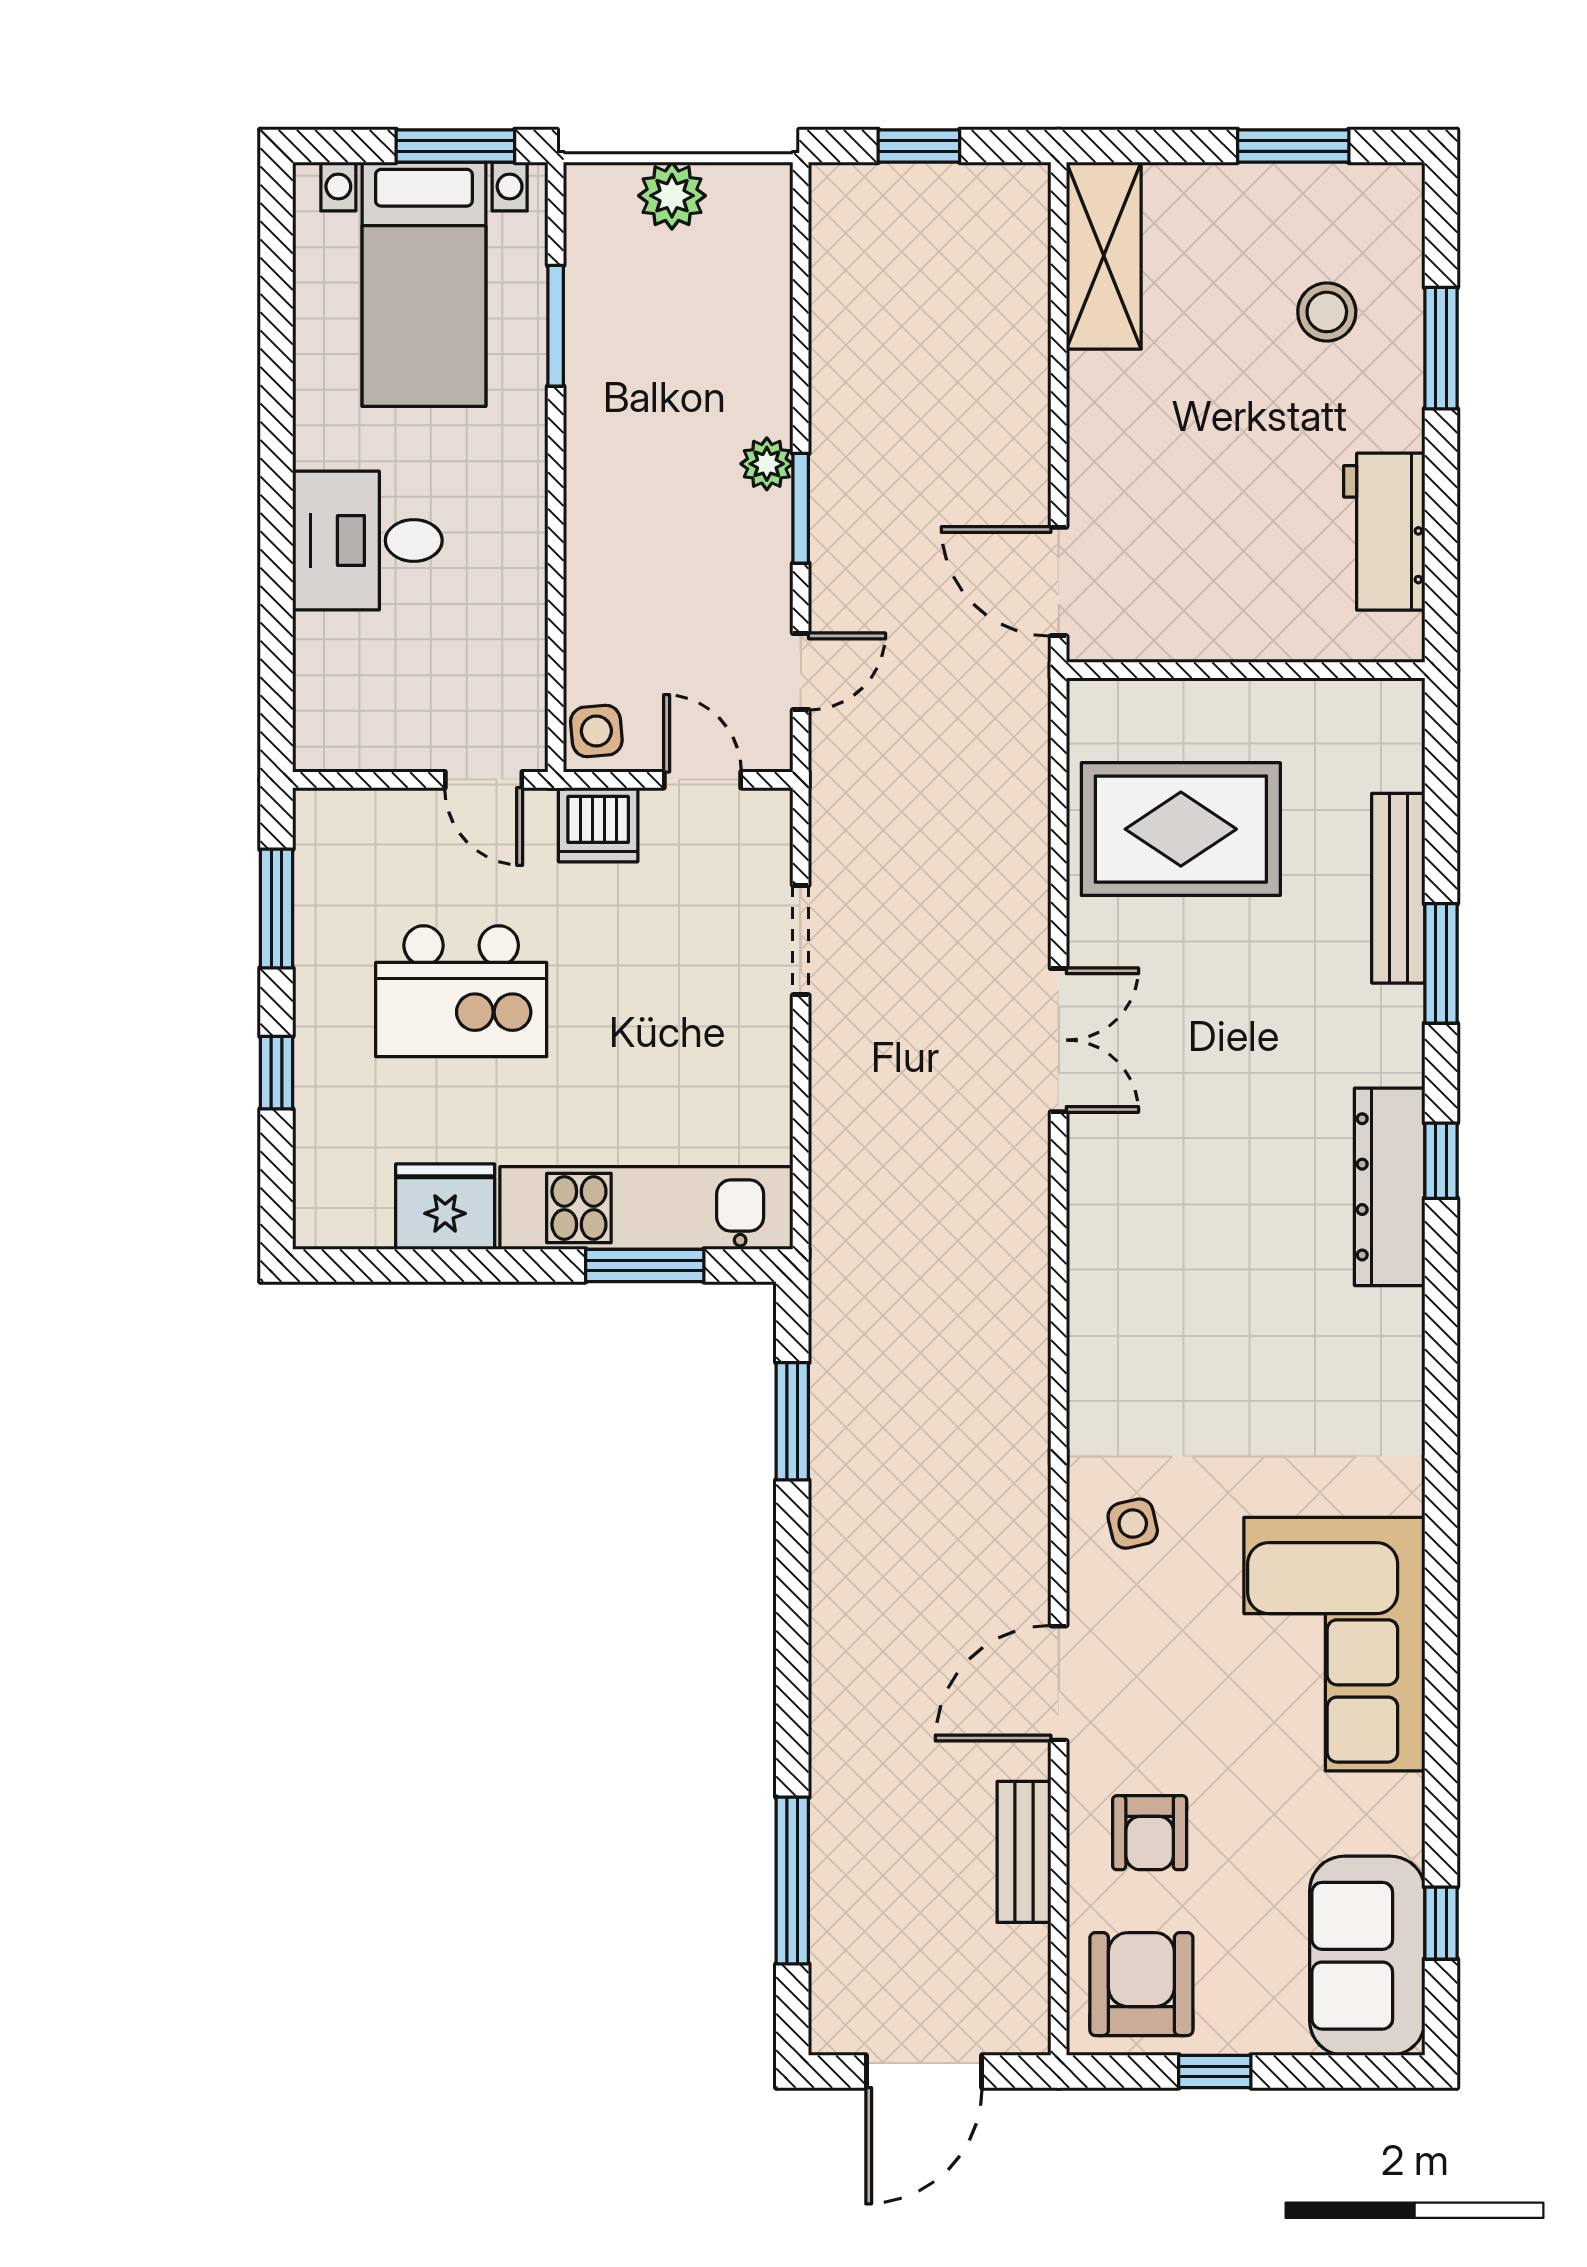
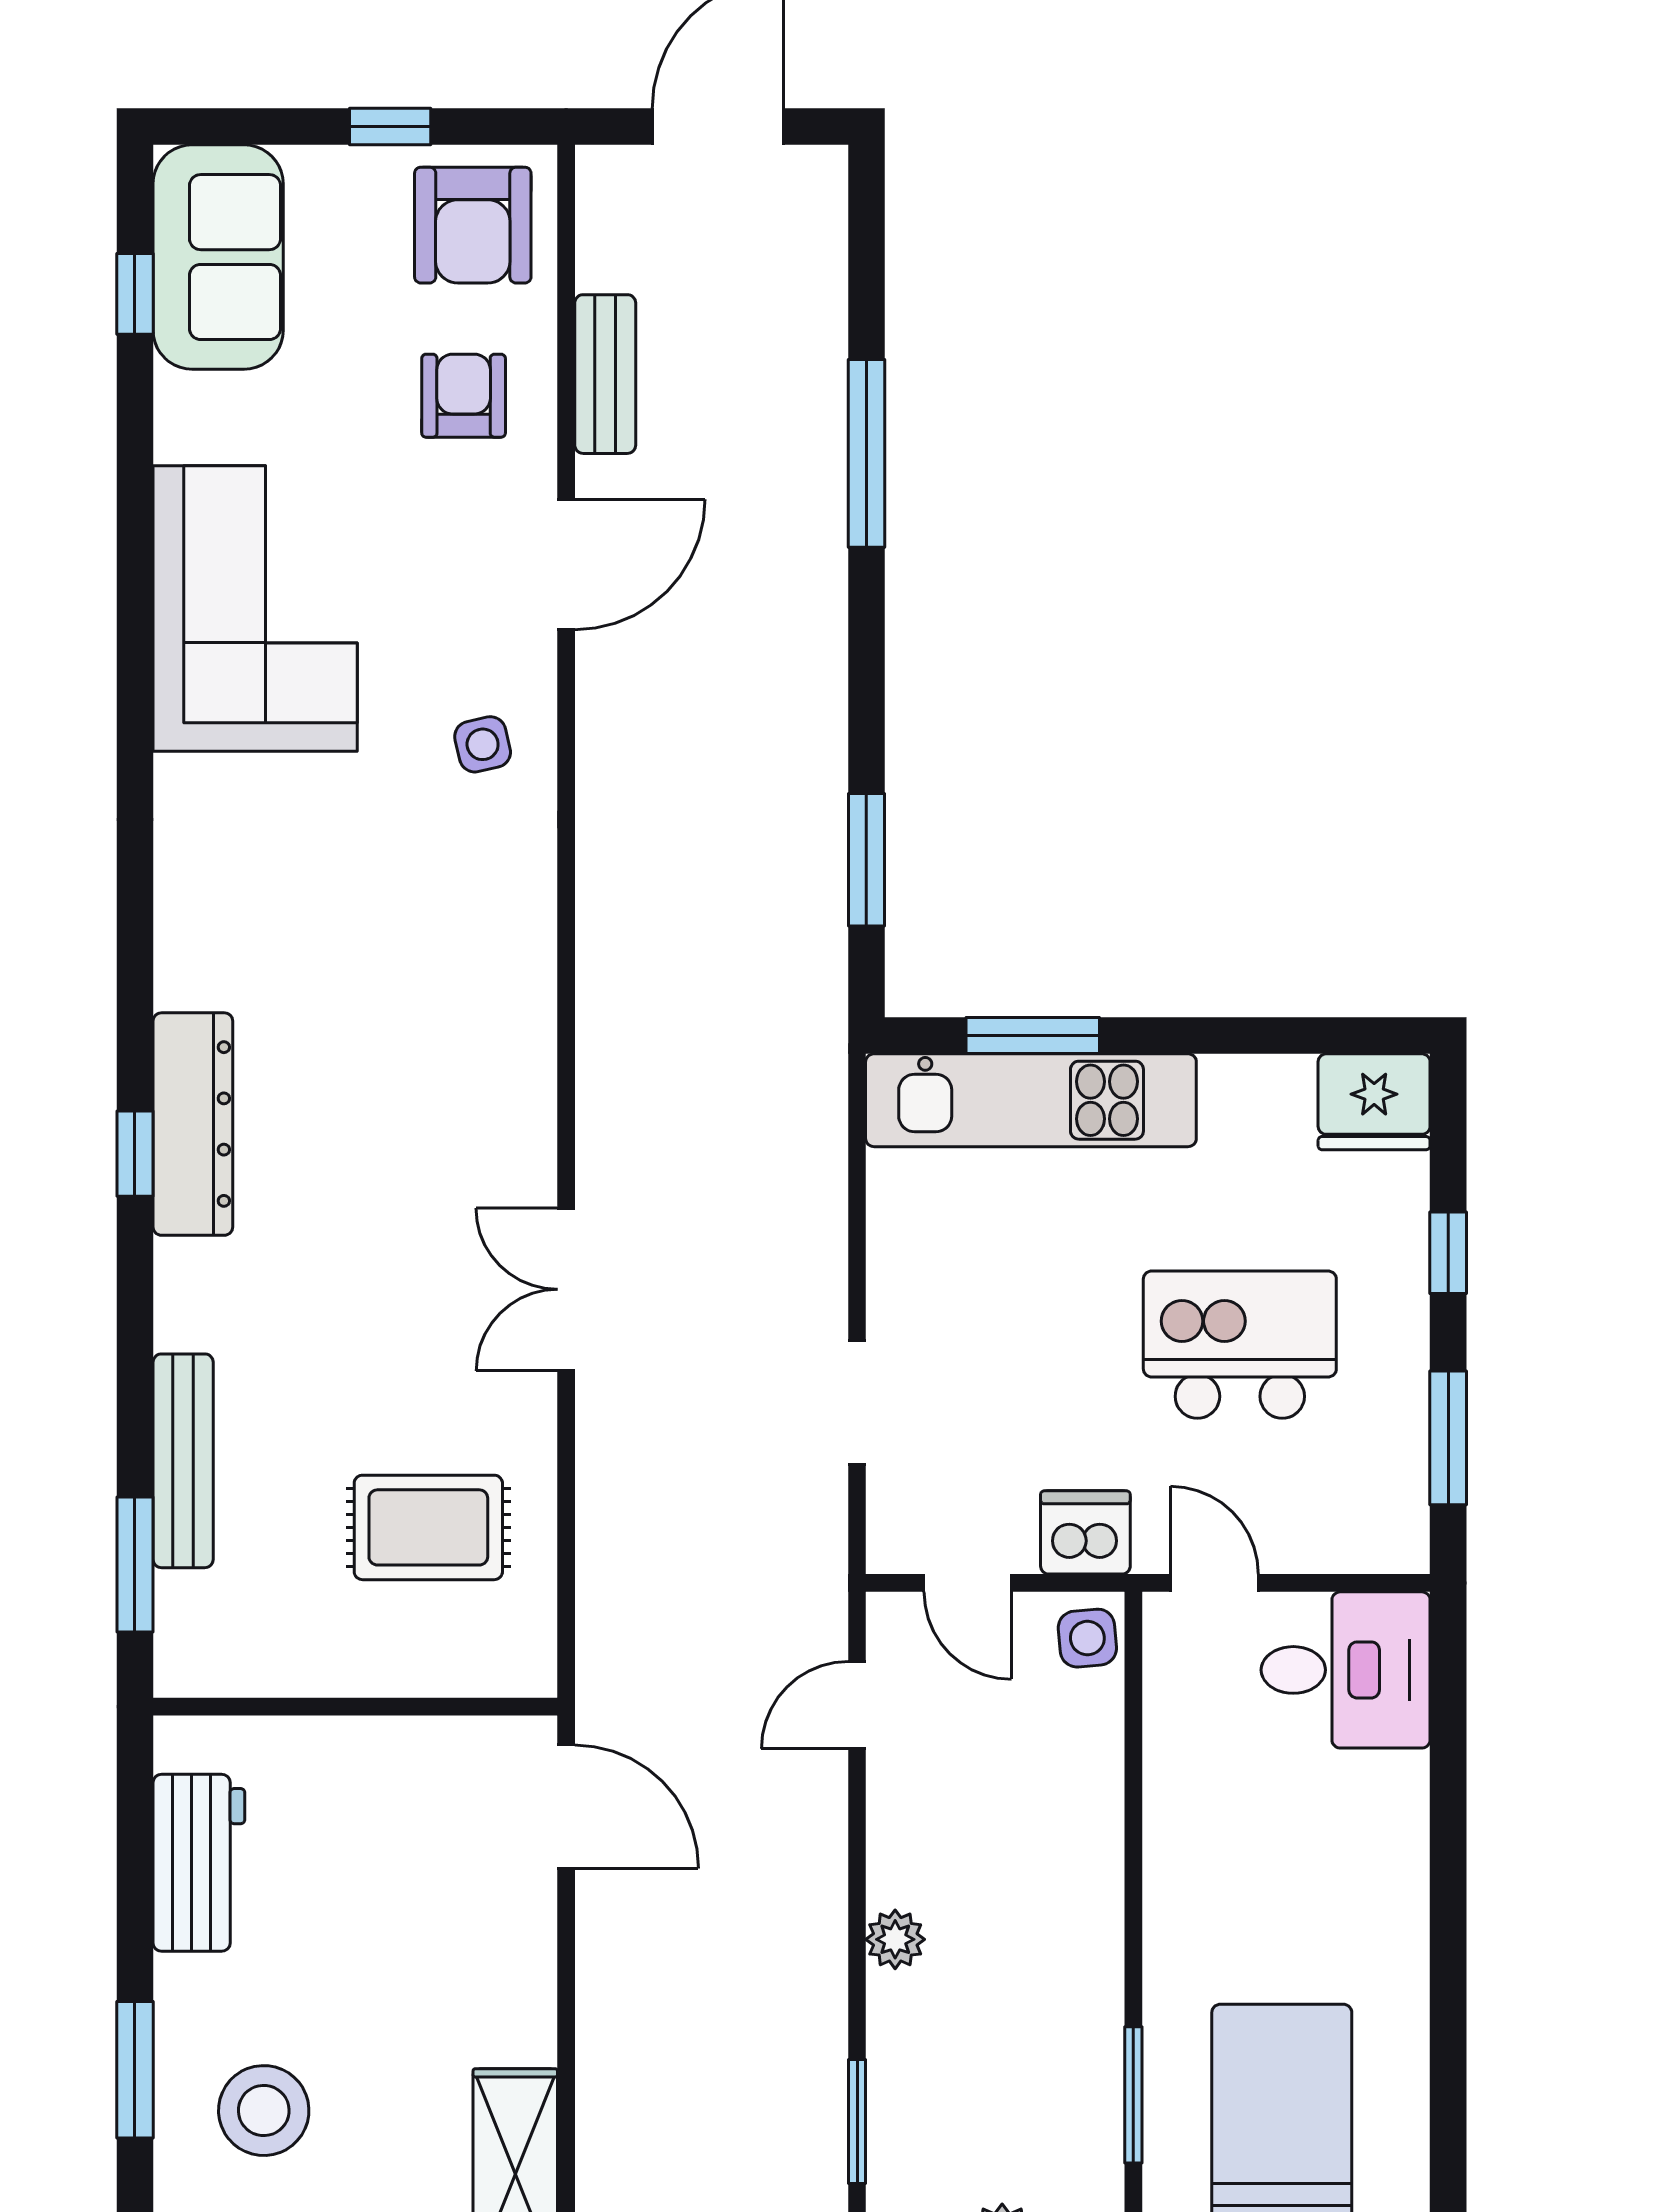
stool: (1327, 312) -> (264, 2111), width x1.38, depth x1.38
window: (801, 508) -> (857, 2121), moved
desk: (367, 540) -> (1346, 1670), moved
rug: (1181, 829) -> (428, 1527), width x0.73, depth x0.70
window: (1441, 963) -> (135, 1565), moved
fridge: (445, 1207) -> (1374, 1102), moved
window: (792, 1881) -> (866, 453), moved

